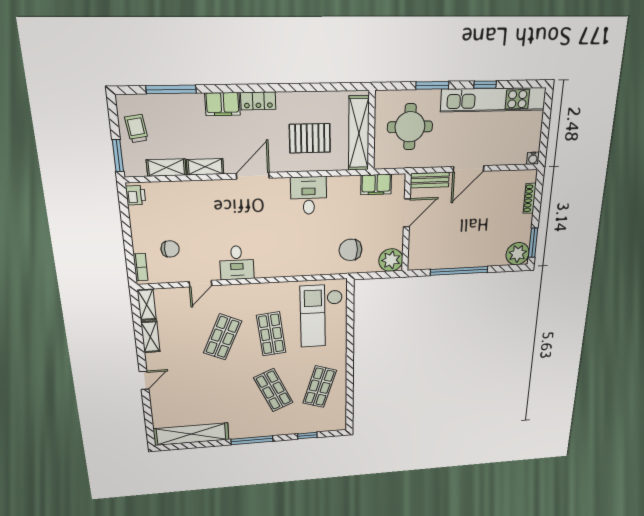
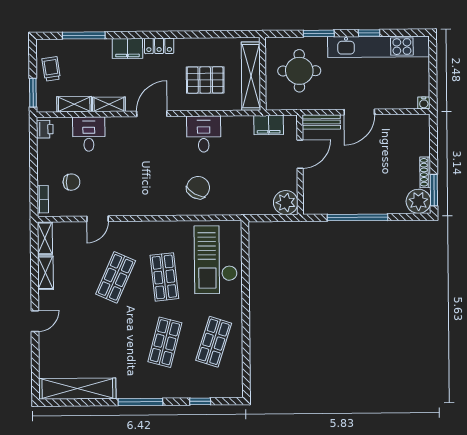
shoe rack: (530, 198) -> (425, 172), moved
chair: (350, 250) -> (198, 188), moved, turned 120
desk: (237, 263) -> (89, 134), moved, turned 180
shop shelf: (273, 390) -> (165, 342), turned 39

